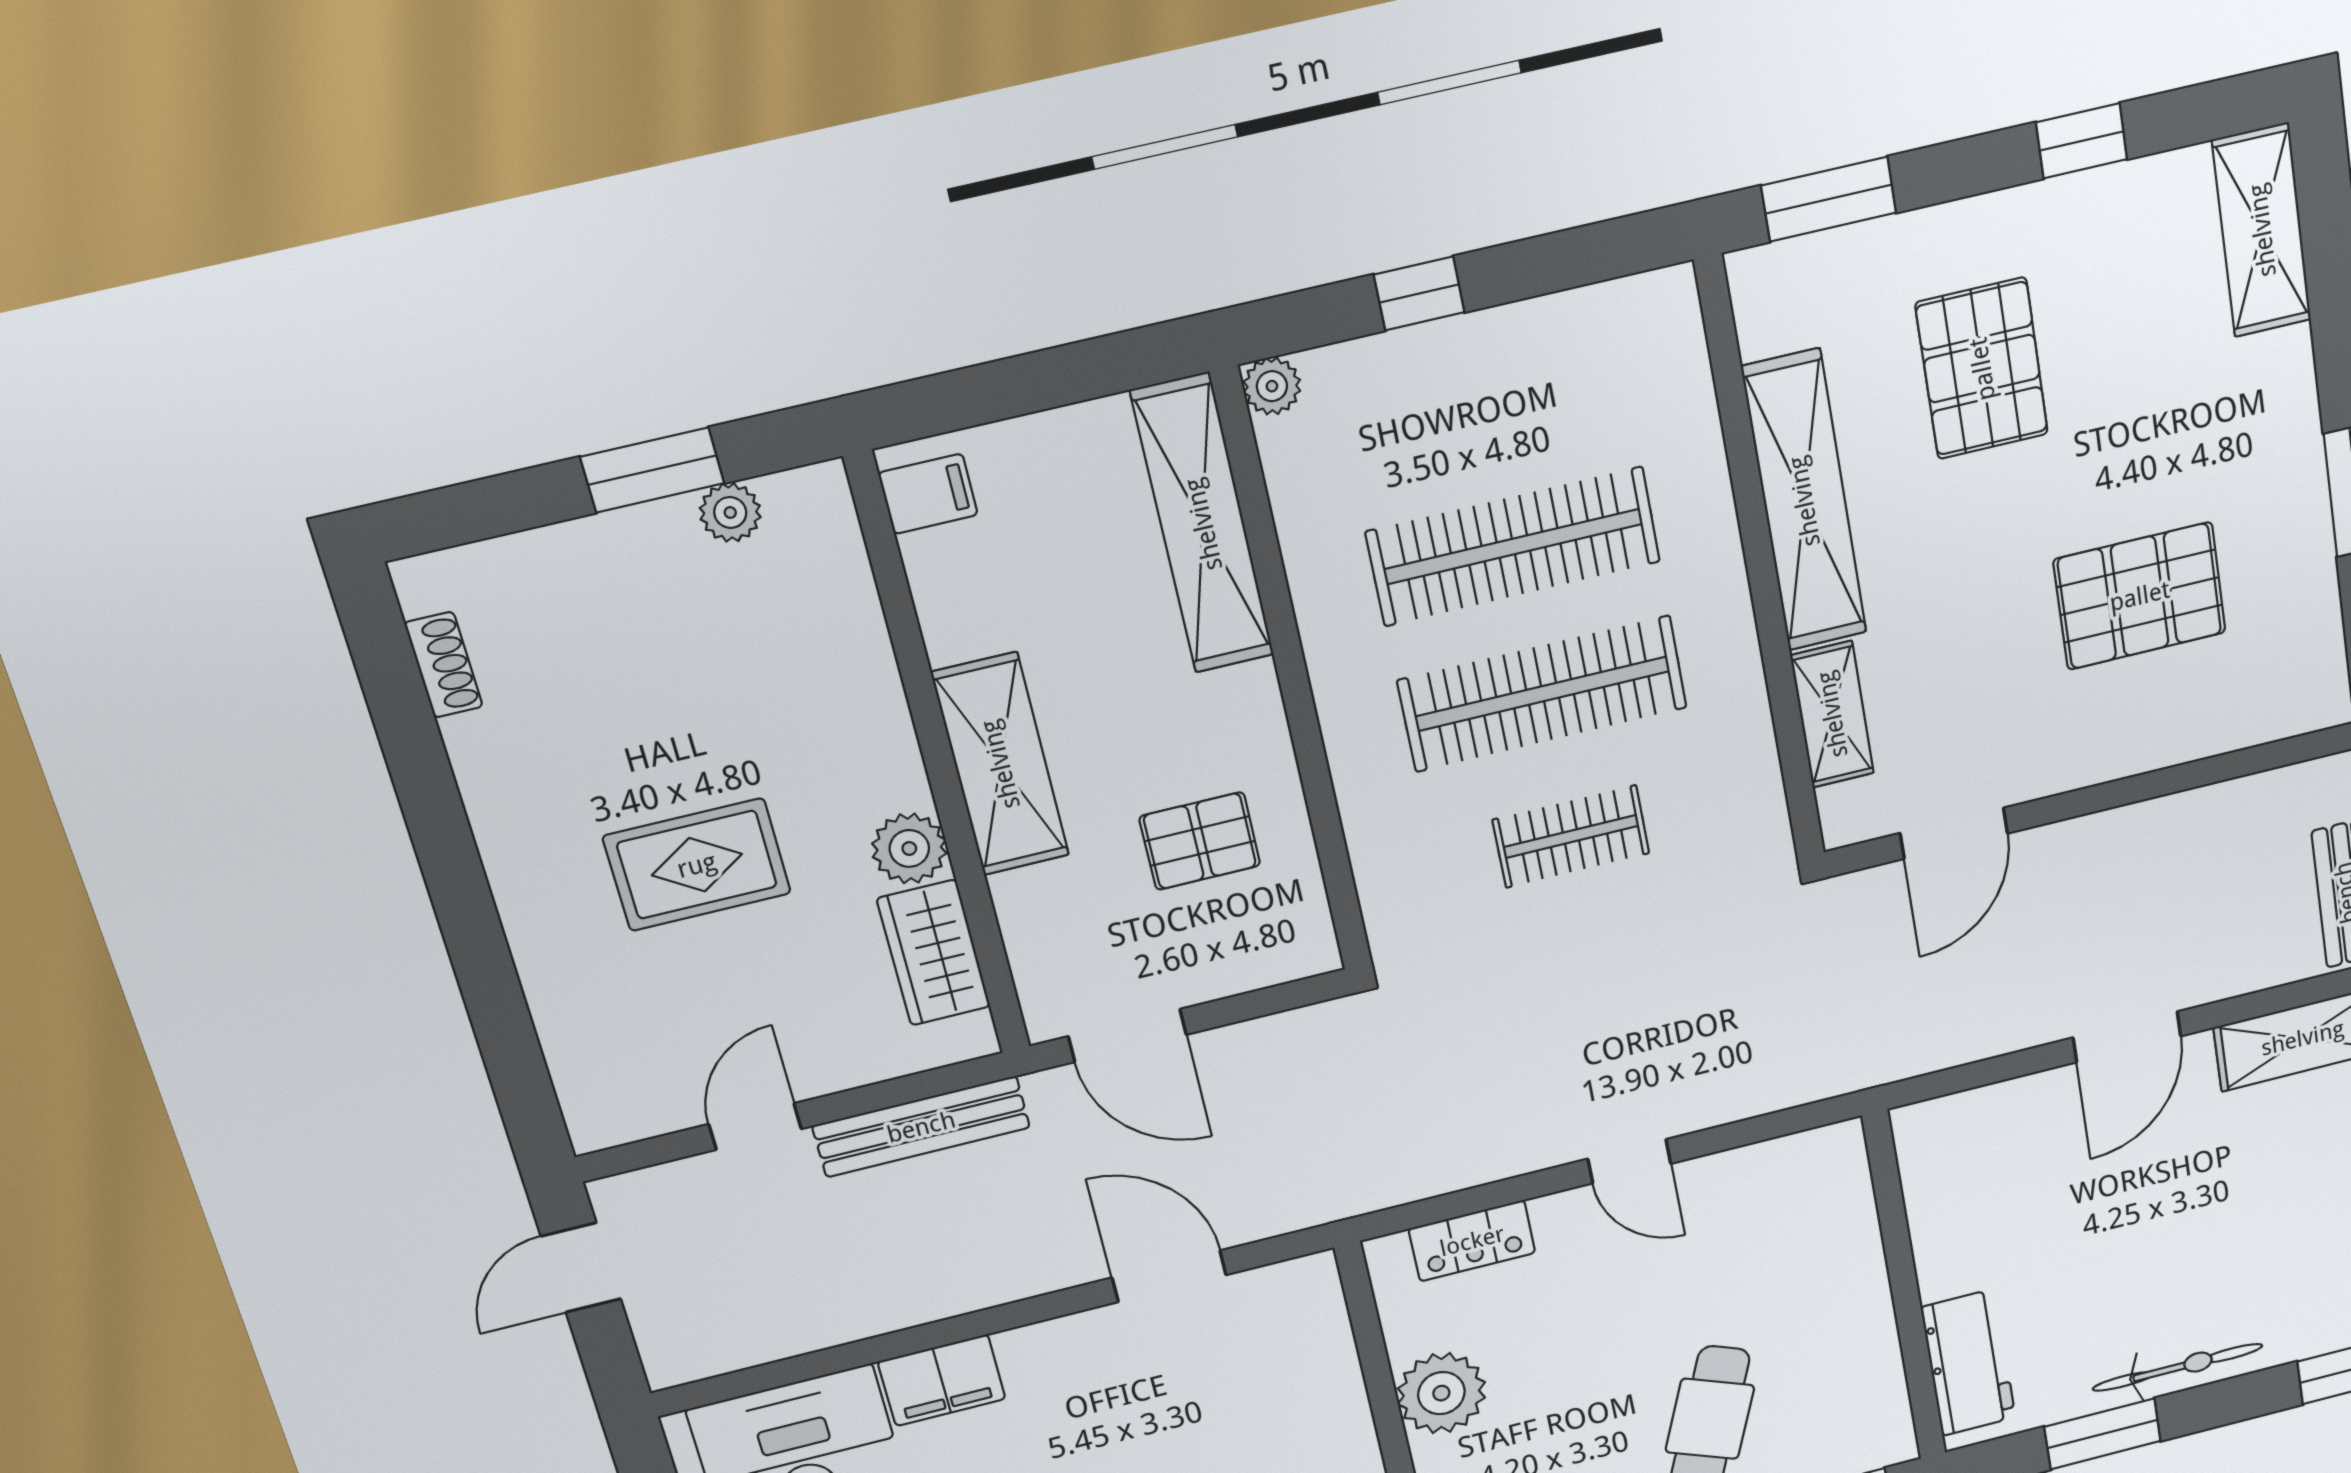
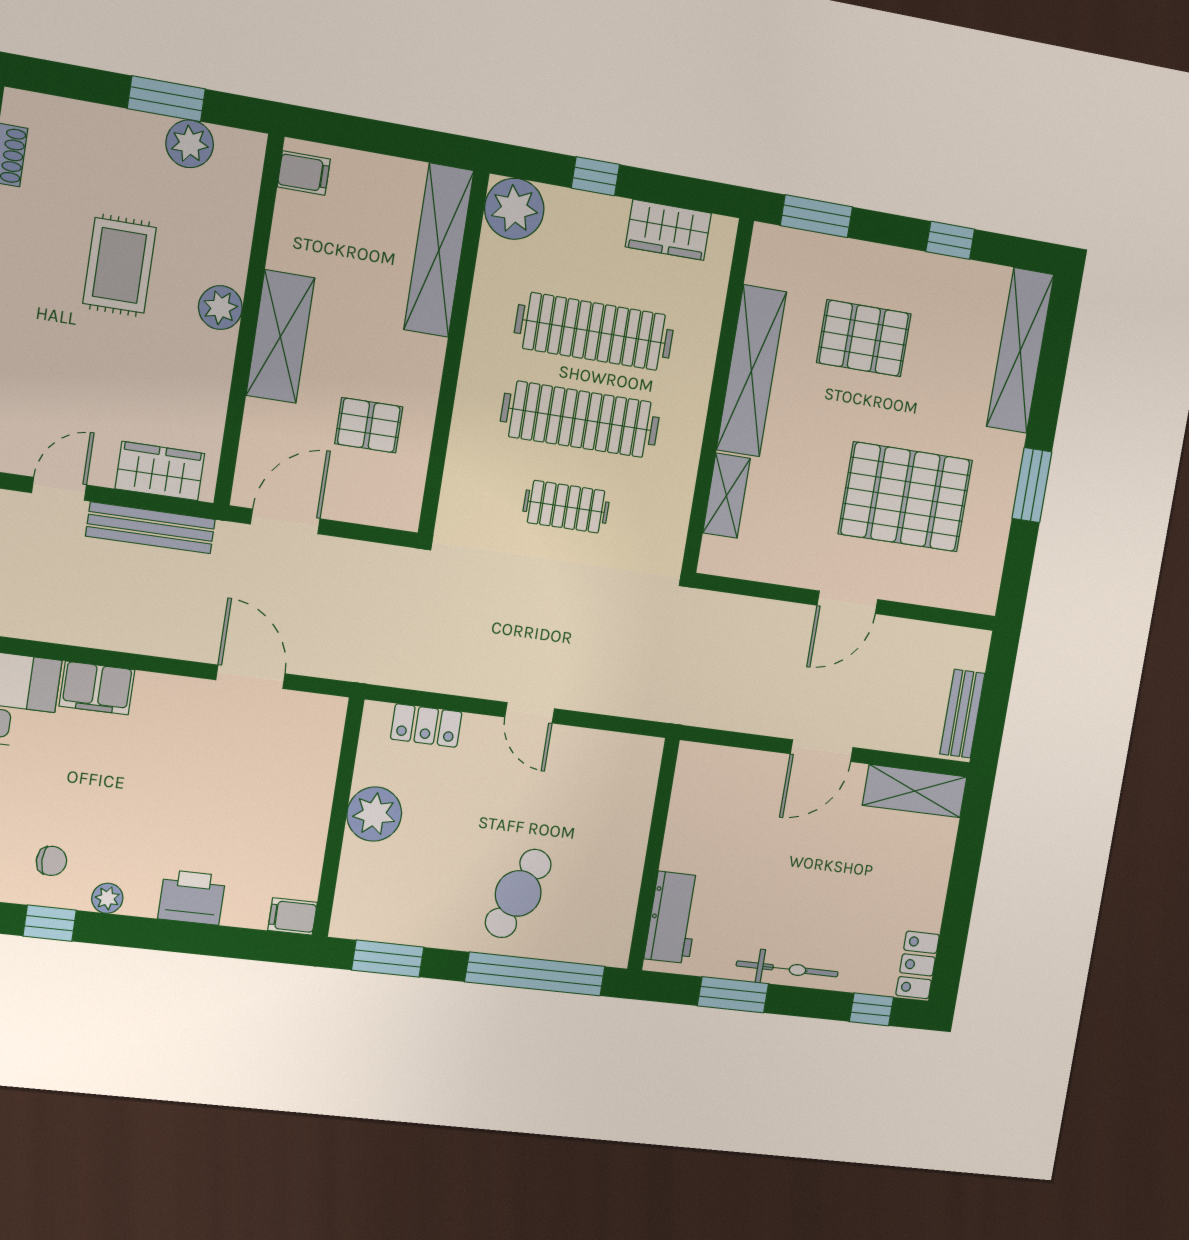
shelving: (2262, 230) -> (1020, 351), width x1.47
wardrobe: (1578, 330) -> (668, 230), added
pallet: (1982, 369) -> (864, 338), turned 90
plant: (1272, 386) -> (514, 209), width x1.88, depth x1.88
plant: (730, 512) -> (190, 144), width x1.38, depth x1.38
pallet: (2140, 596) -> (905, 497), width x1.37, depth x1.41
door: (1954, 833) -> (847, 602), moved
plant: (909, 848) -> (220, 308), moved
rug: (697, 865) -> (120, 265), moved, turned 90
wardrobe: (934, 953) -> (160, 471), moved, turned 90
door: (1127, 1035) -> (285, 521), swing flipped

